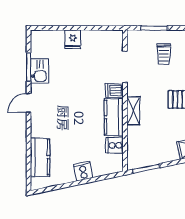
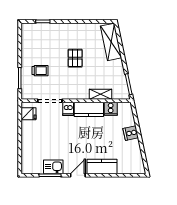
fridge: (73, 39) -> (29, 114), moved
door: (29, 103) -> (78, 175), swing flipped
shelving: (133, 111) -> (101, 94), moved
kitchen counter: (40, 157) -> (102, 166), moved

